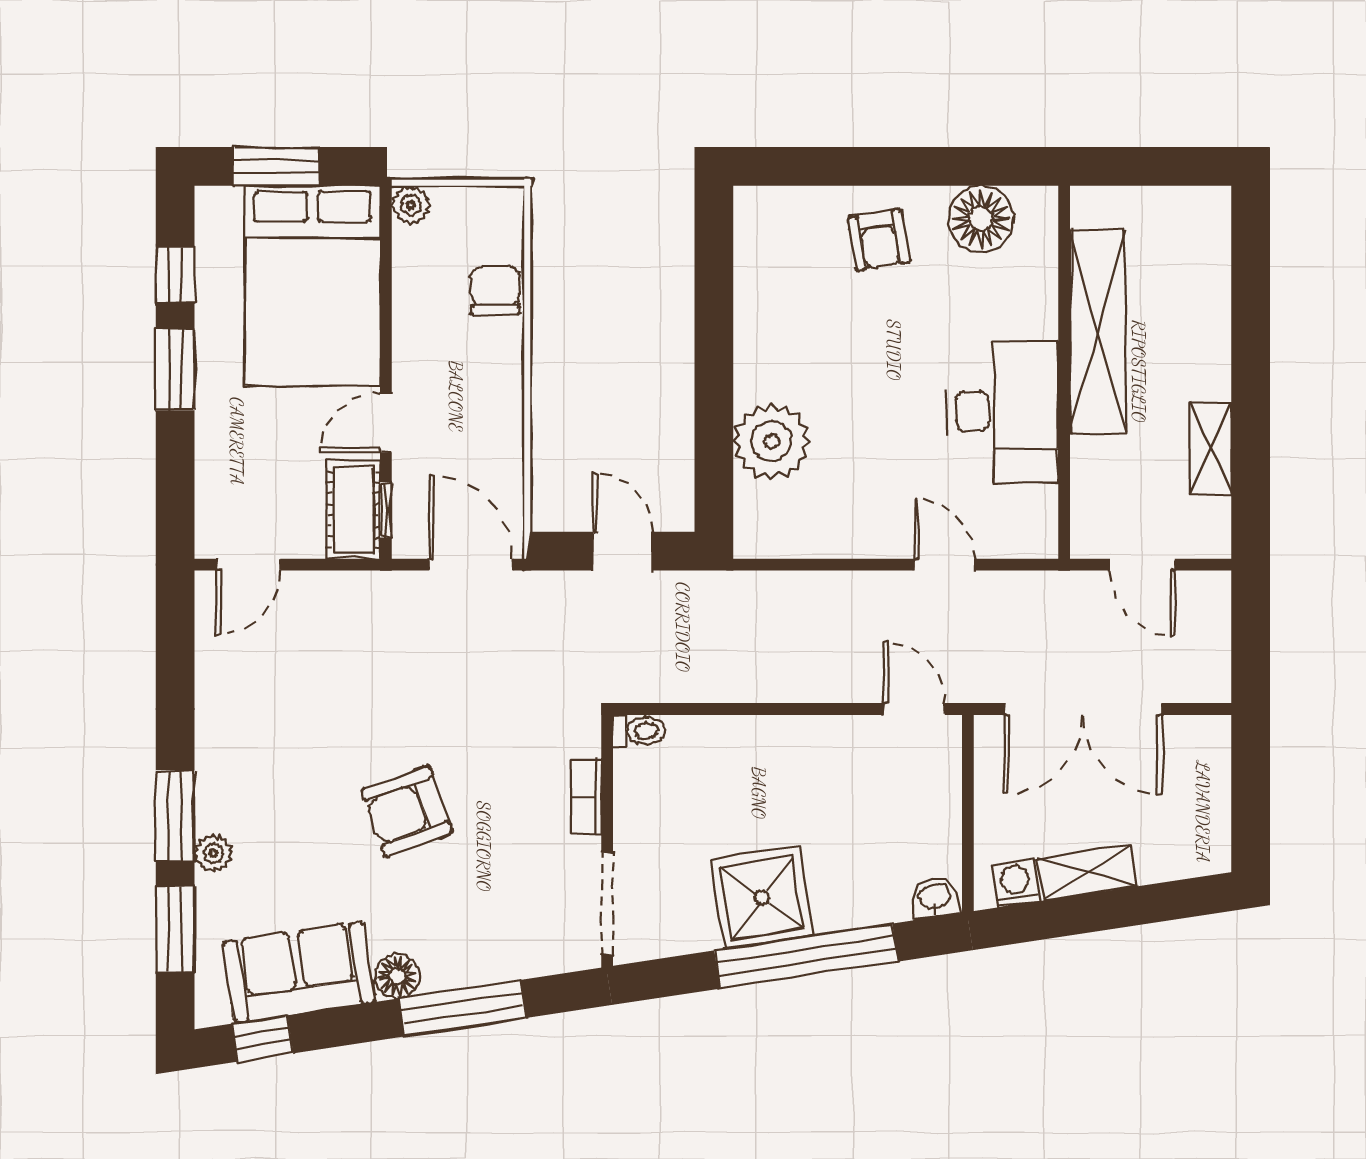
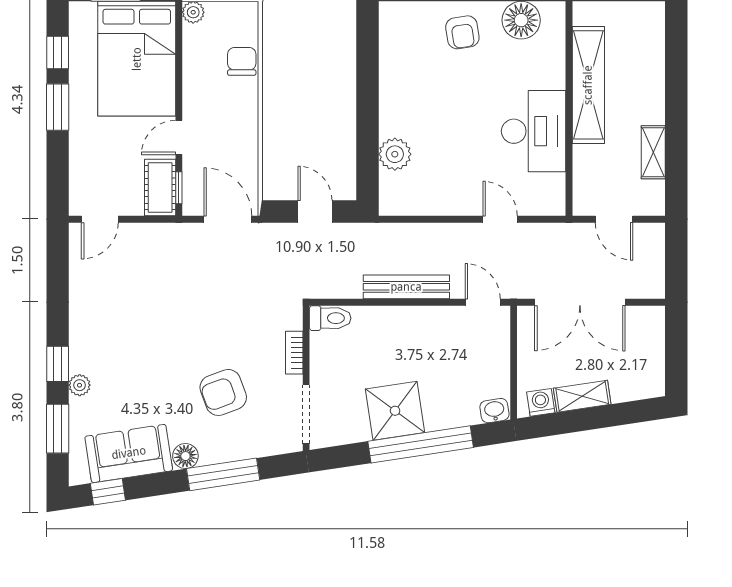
plant: (772, 441) -> (395, 154), width x0.73, depth x0.73
bench: (781, 682) -> (406, 287), added
toilet: (639, 731) -> (330, 318), width x1.37, depth x1.39
armchair: (407, 811) -> (223, 392), moved
window: (175, 816) -> (58, 364), width x0.67

